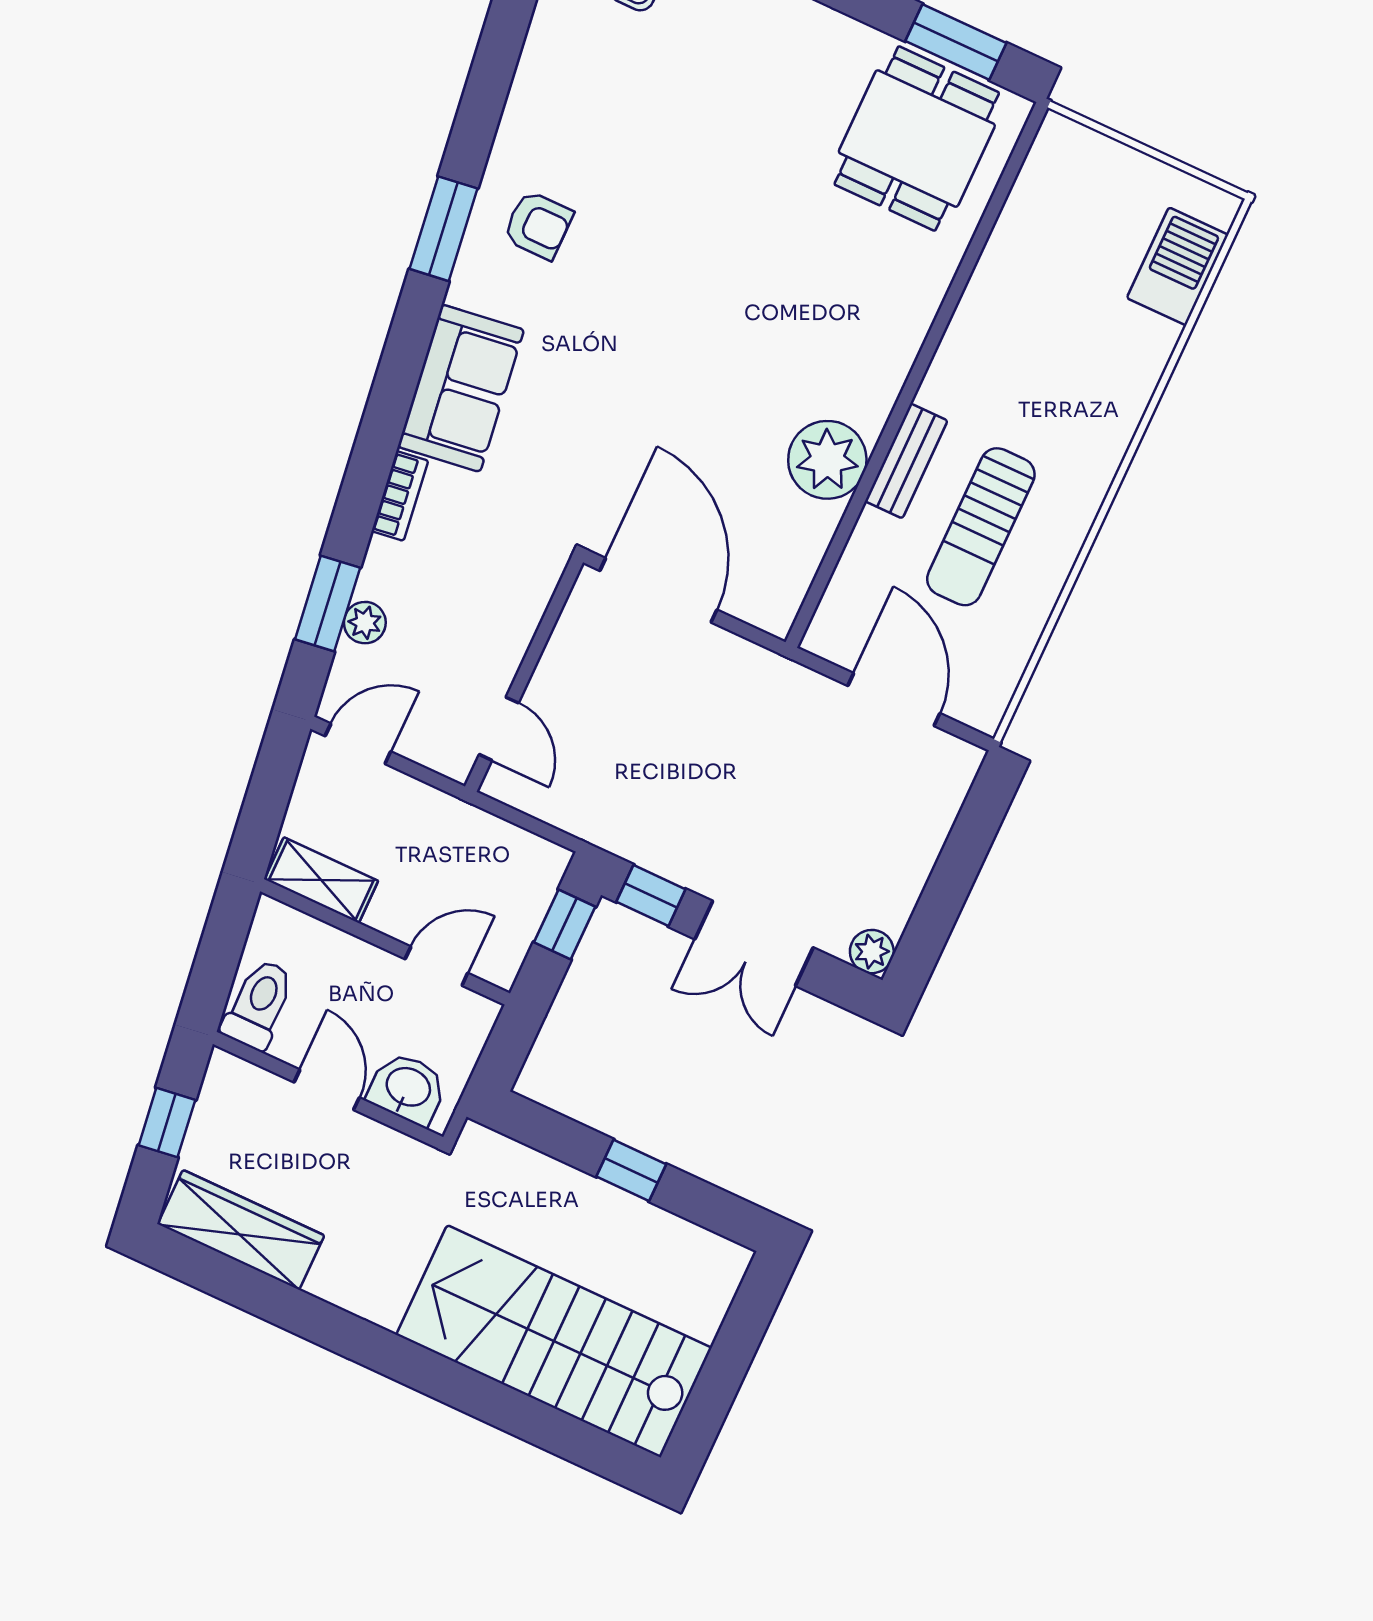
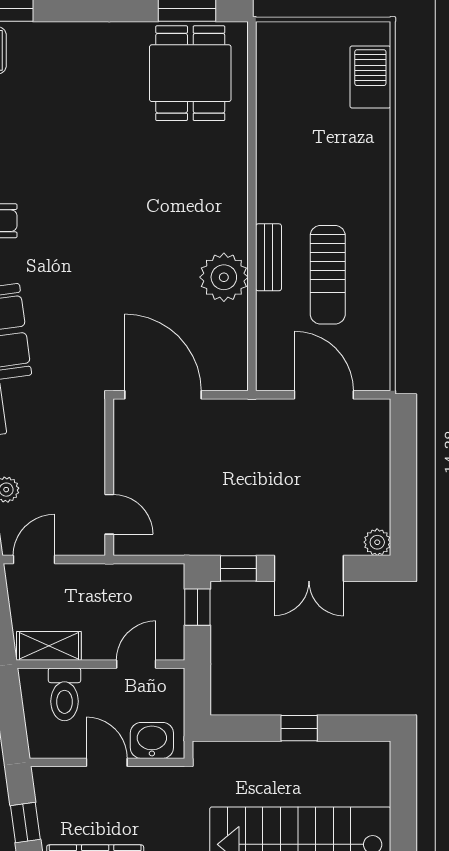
toilet: (259, 1004) -> (65, 694), moved, turned 180

